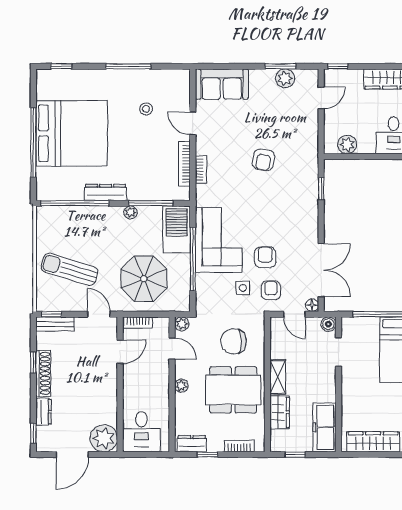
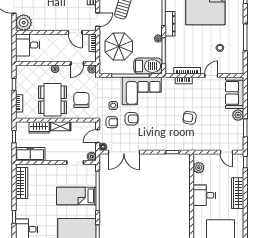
plant: (285, 78) -> (238, 115), moved
dresser: (192, 444) -> (20, 75), removed

